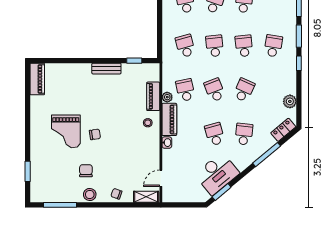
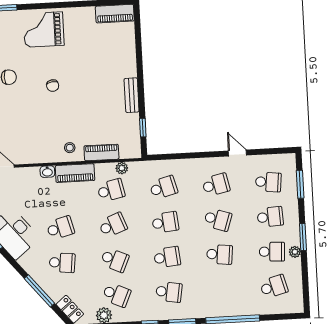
school desk: (273, 90) -> (116, 295), added
plant: (167, 97) -> (122, 168), moved
grand piano: (66, 131) -> (44, 30), moved

